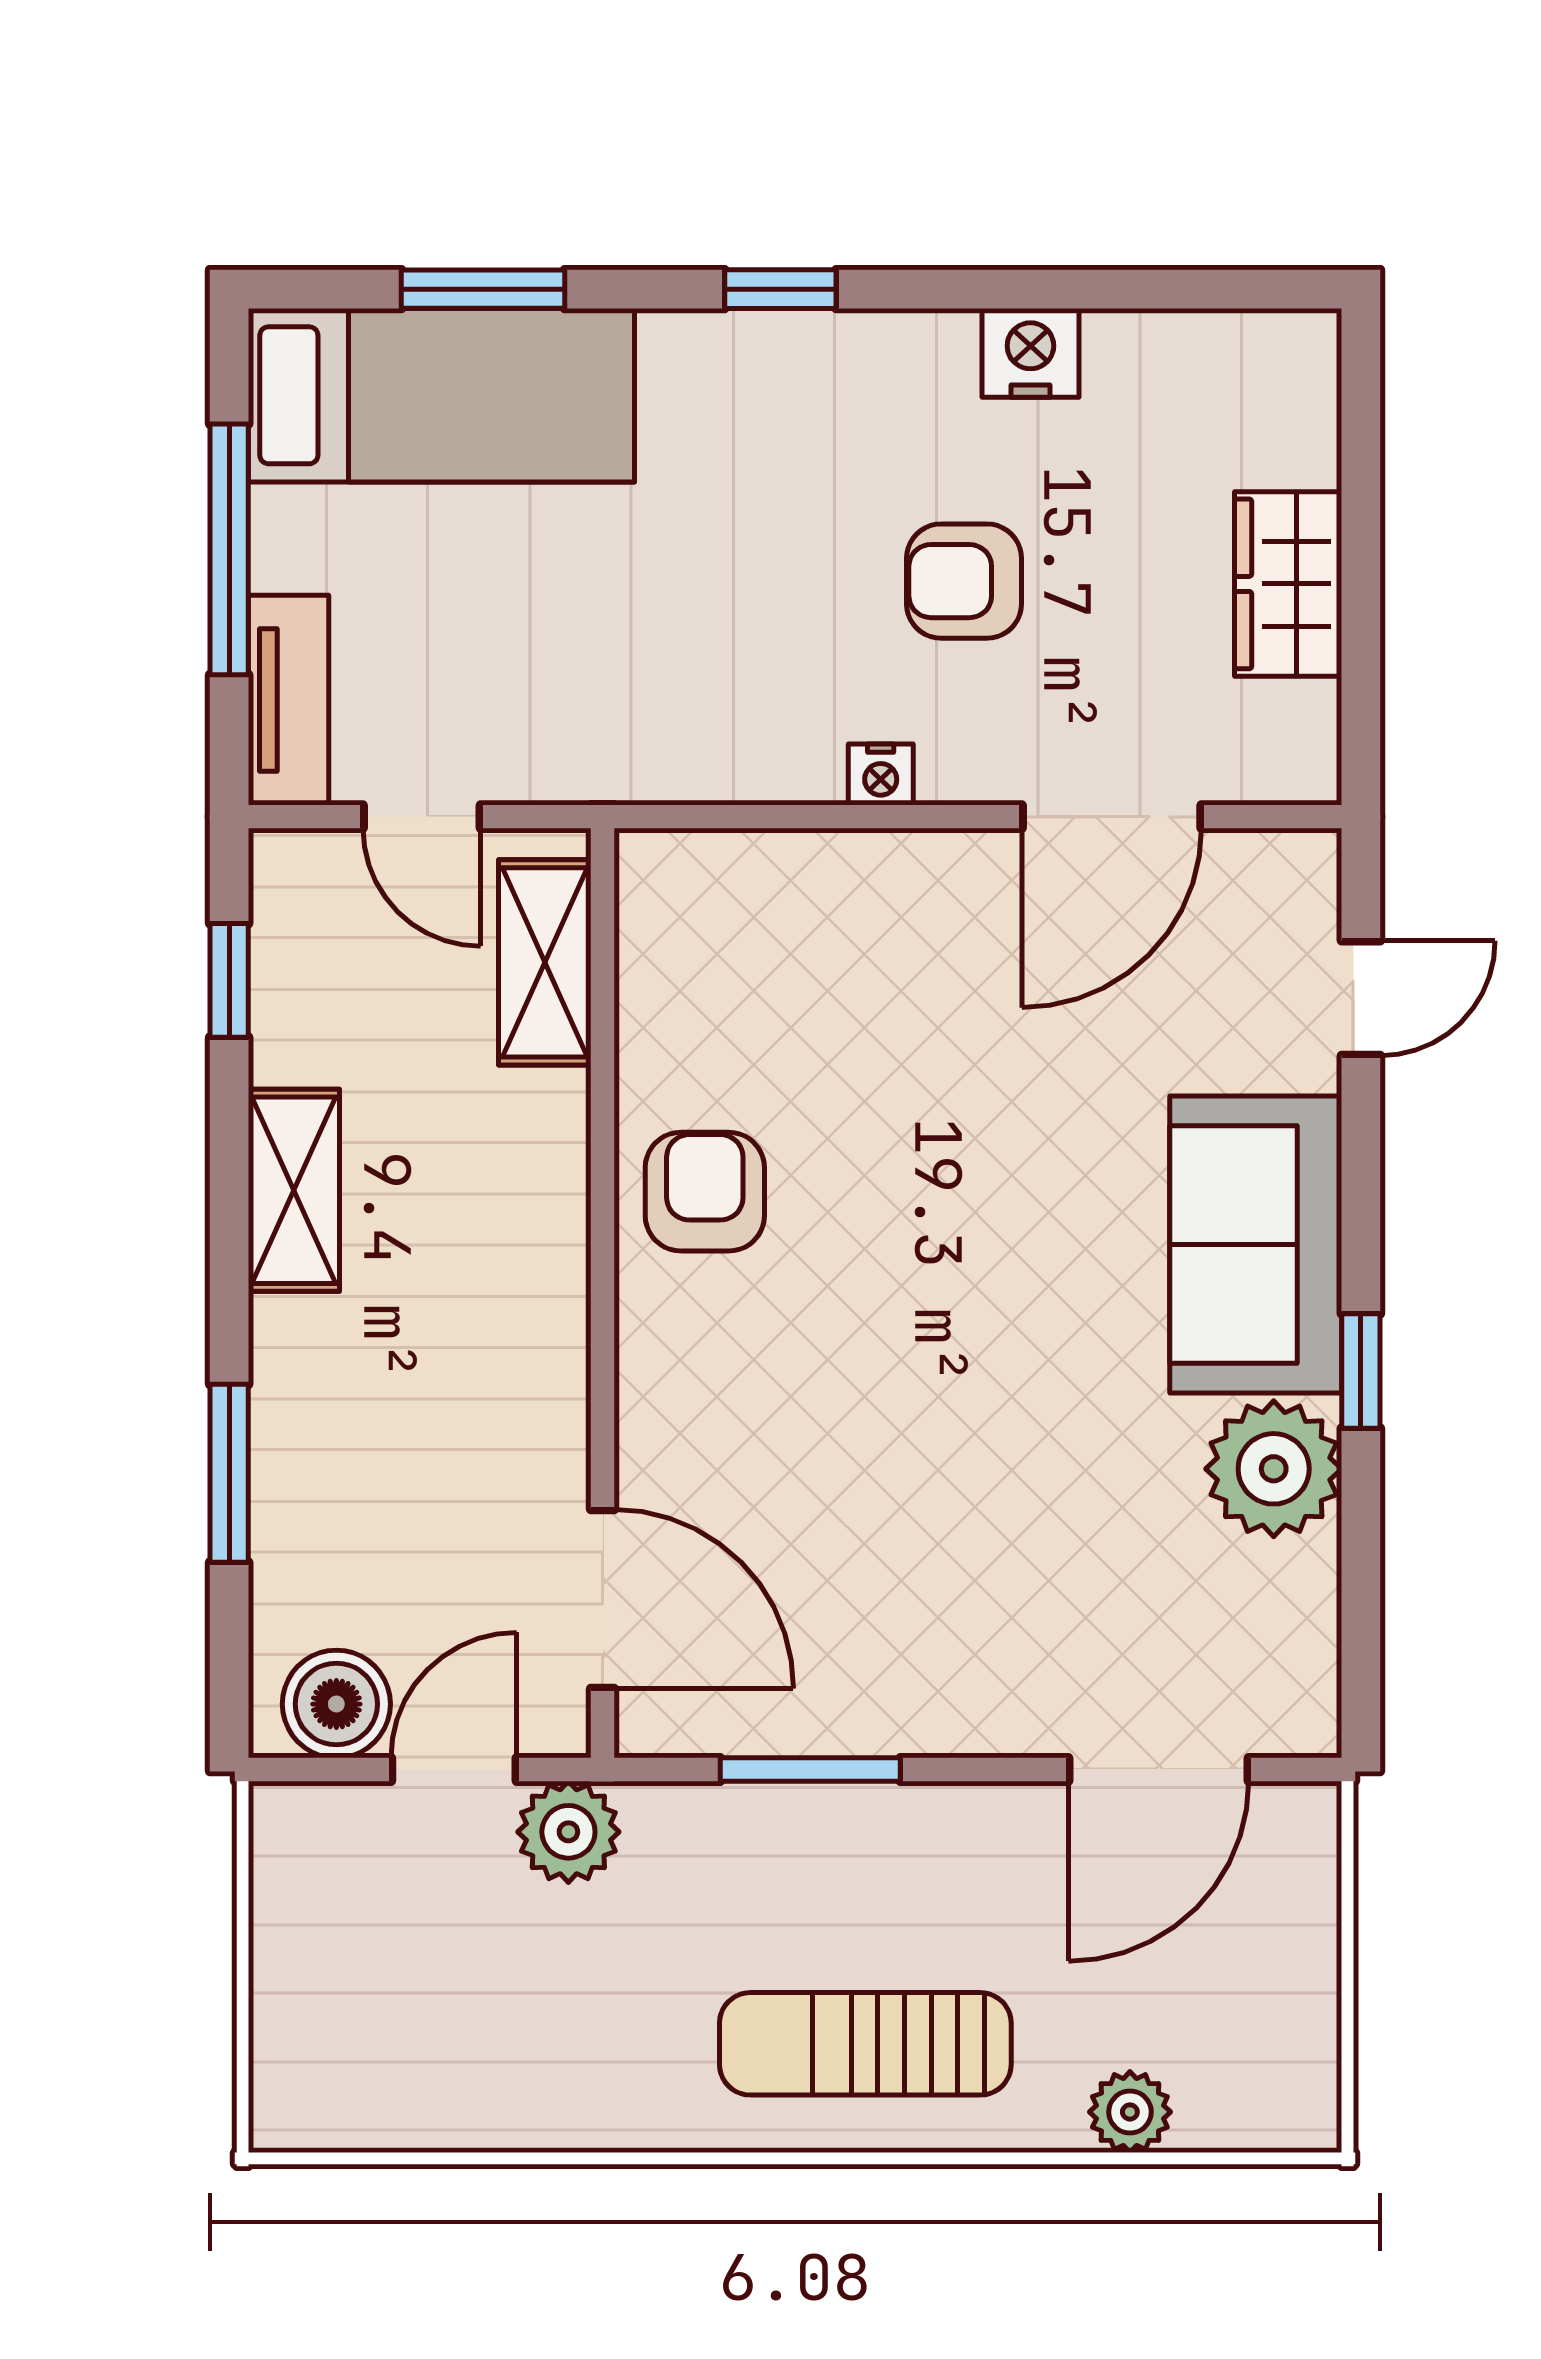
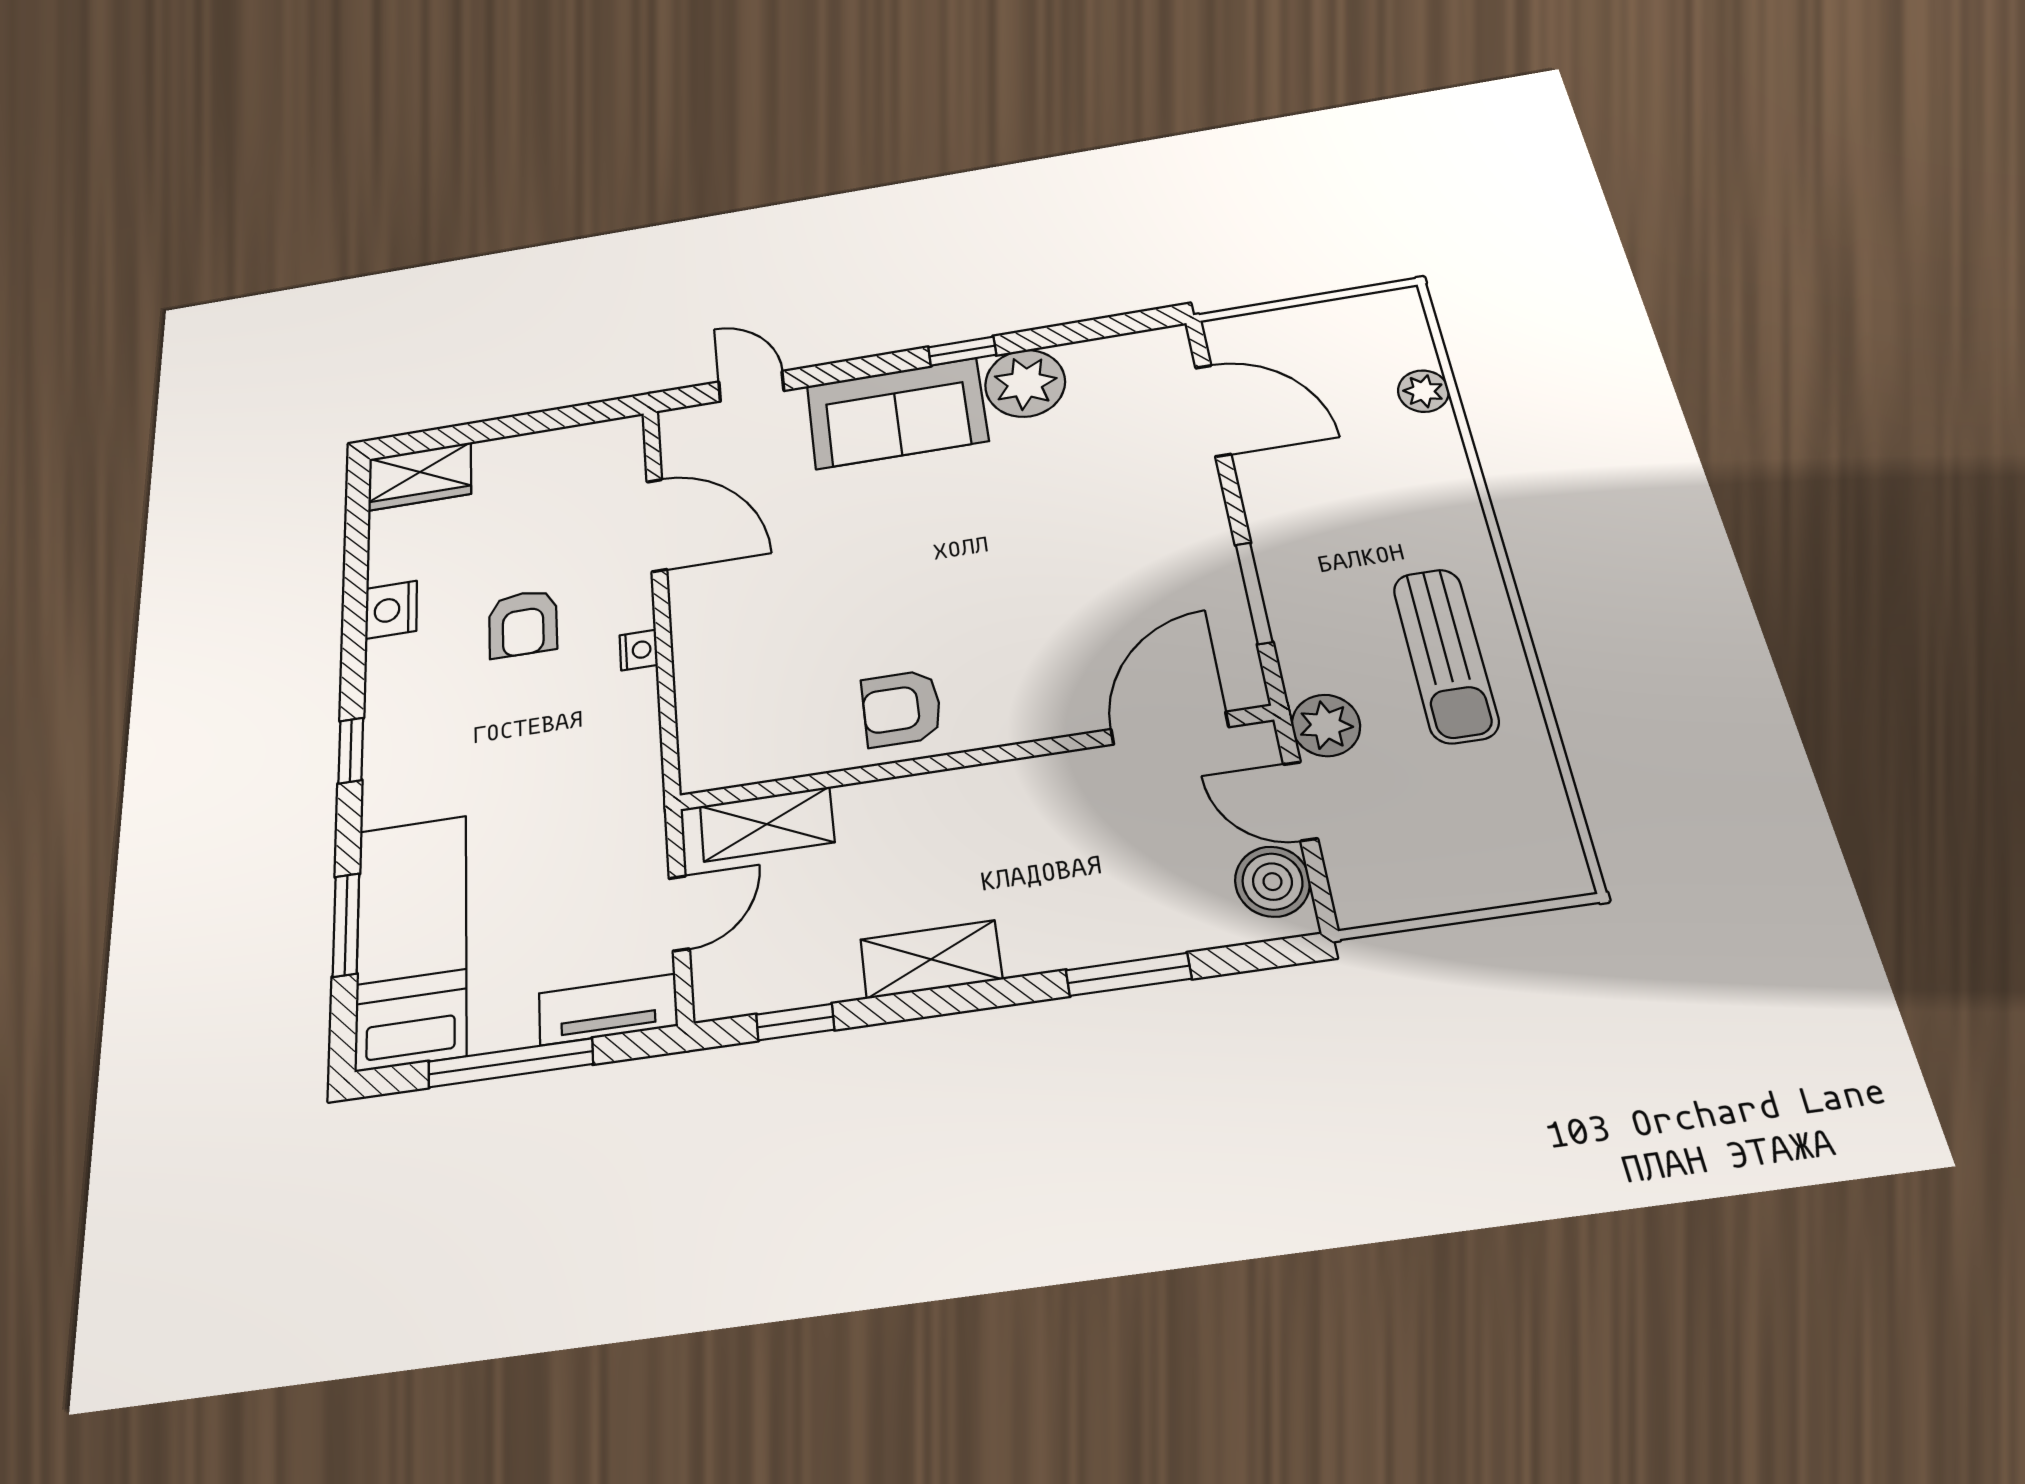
wardrobe: (1288, 584) -> (420, 476), moved
sun lounger: (865, 2044) -> (1446, 655), moved

